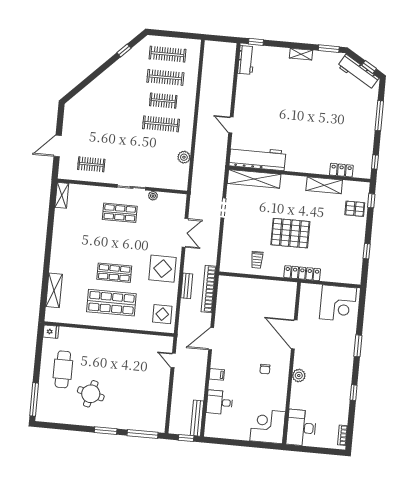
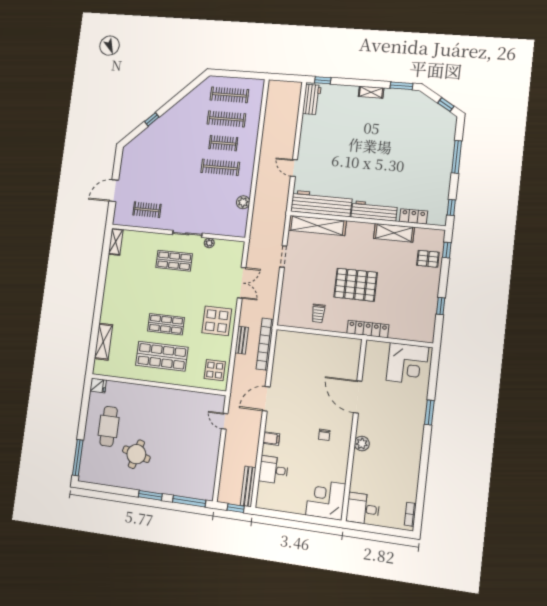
window: (124, 50) -> (152, 119), moved
workbench: (358, 72) -> (374, 211), moved, turned 149
window: (354, 393) -> (424, 466), removed
desk: (301, 428) -> (363, 509), width x0.73

